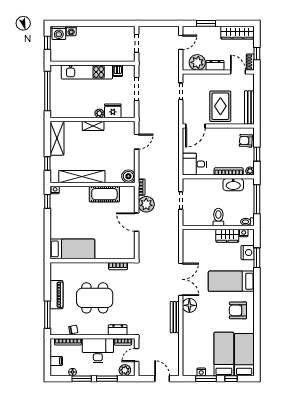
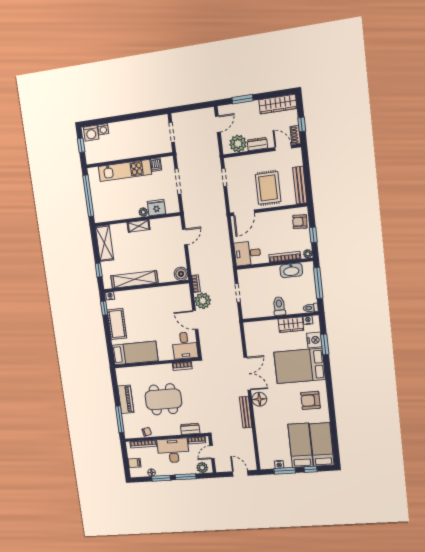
cot: (104, 194) -> (117, 324), moved, turned 90
desk: (123, 246) -> (185, 346), added
bed: (231, 281) -> (300, 366), width x1.50

